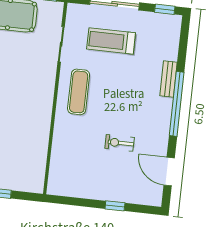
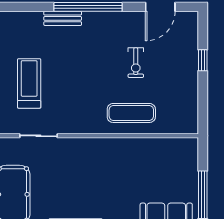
treadmill: (111, 41) -> (29, 83), turned 180
exercise mat: (79, 92) -> (131, 113), moved

